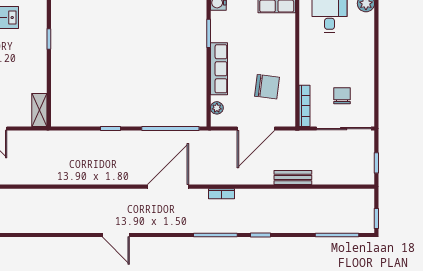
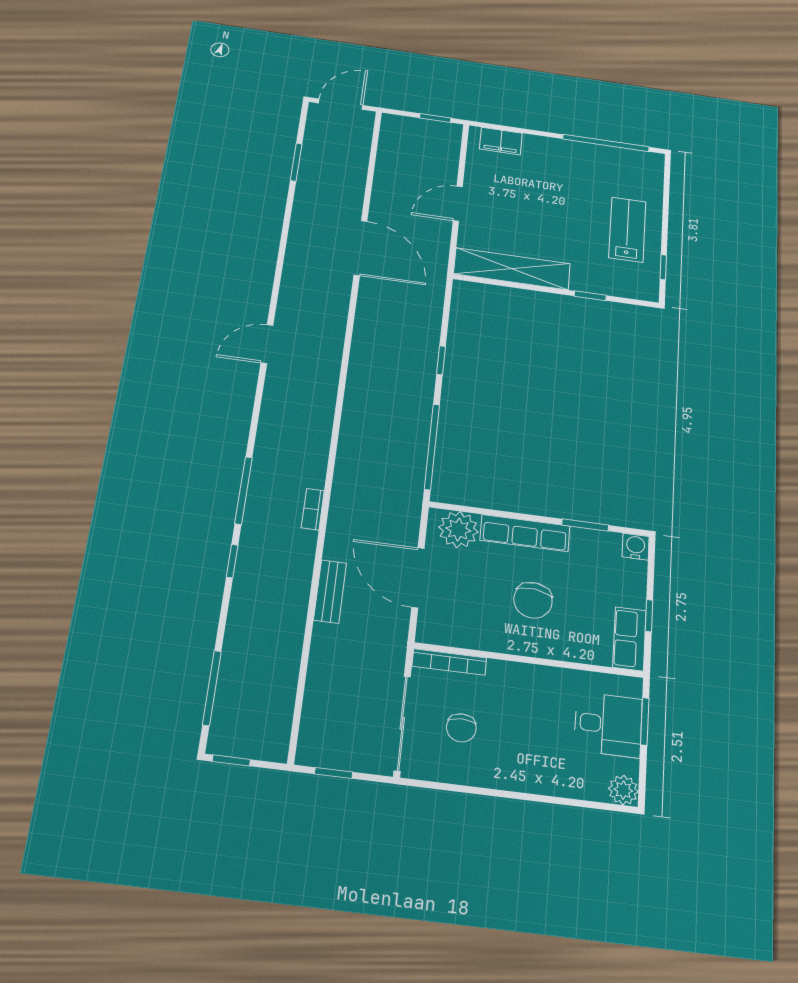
chair: (267, 87) -> (533, 600), moved
chair: (342, 96) -> (461, 728), turned 90
plant: (217, 108) -> (458, 530), width x1.87, depth x1.87
shelving: (39, 110) -> (512, 269), width x2.20, depth x1.33
bench: (293, 177) -> (330, 591), moved
door: (168, 187) -> (361, 248), moved

